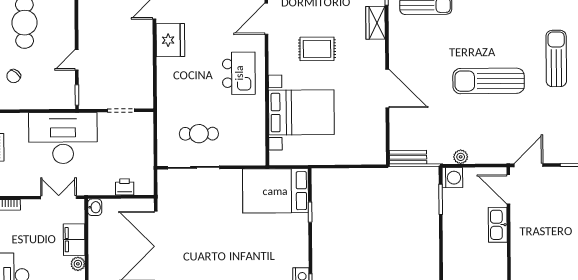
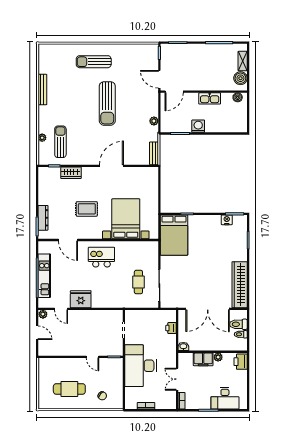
rug: (317, 49) -> (87, 209), turned 90
washing machine: (452, 178) -> (198, 126), moved
double door: (59, 197) -> (177, 379), moved
kitchen sink: (498, 225) -> (210, 98), moved

